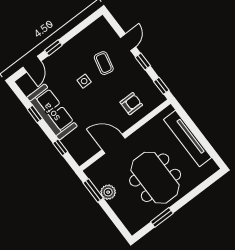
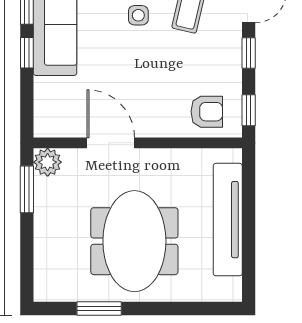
armchair: (131, 104) -> (207, 112), moved
window: (60, 147) -> (27, 53), moved
plant: (108, 192) -> (48, 162), moved

